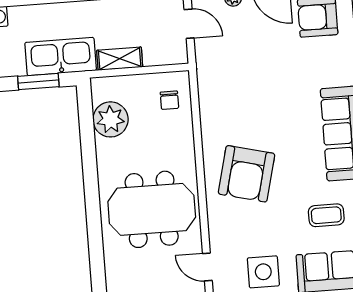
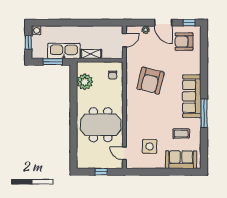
door: (189, 24) -> (124, 40), hinge flipped
armchair: (247, 174) -> (150, 81), moved
side table: (263, 272) -> (150, 146), moved

